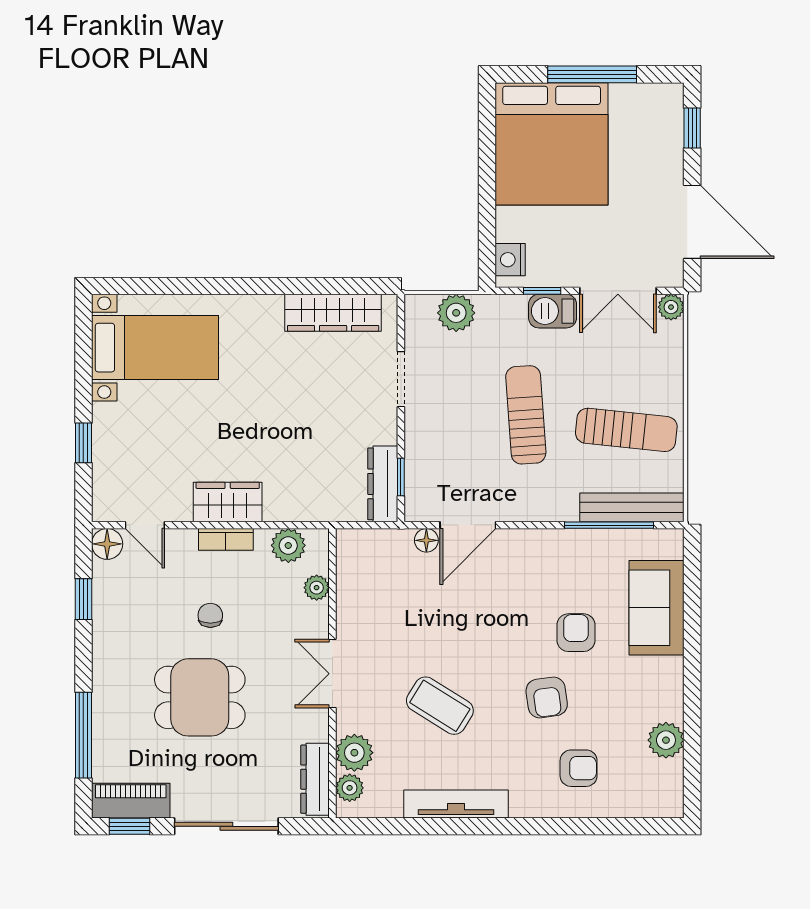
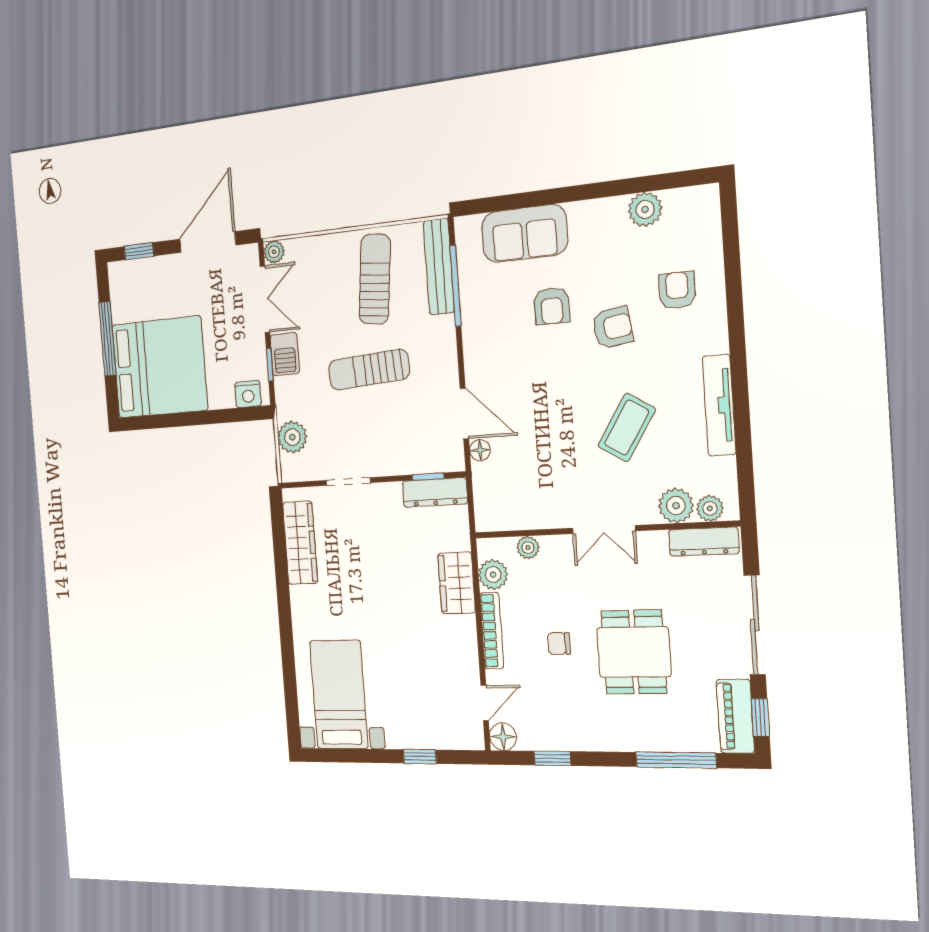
wardrobe: (228, 502) -> (457, 583), moved
bookcase: (226, 539) -> (492, 631), width x1.56
armchair: (576, 633) -> (552, 306), turned -90

